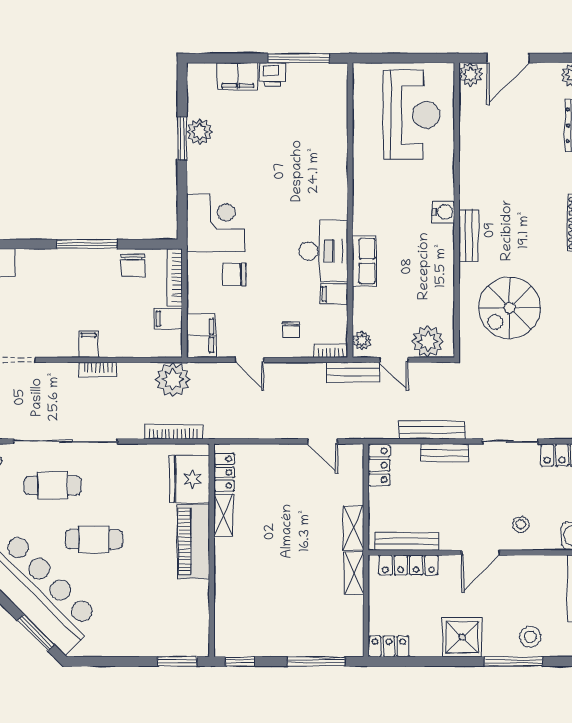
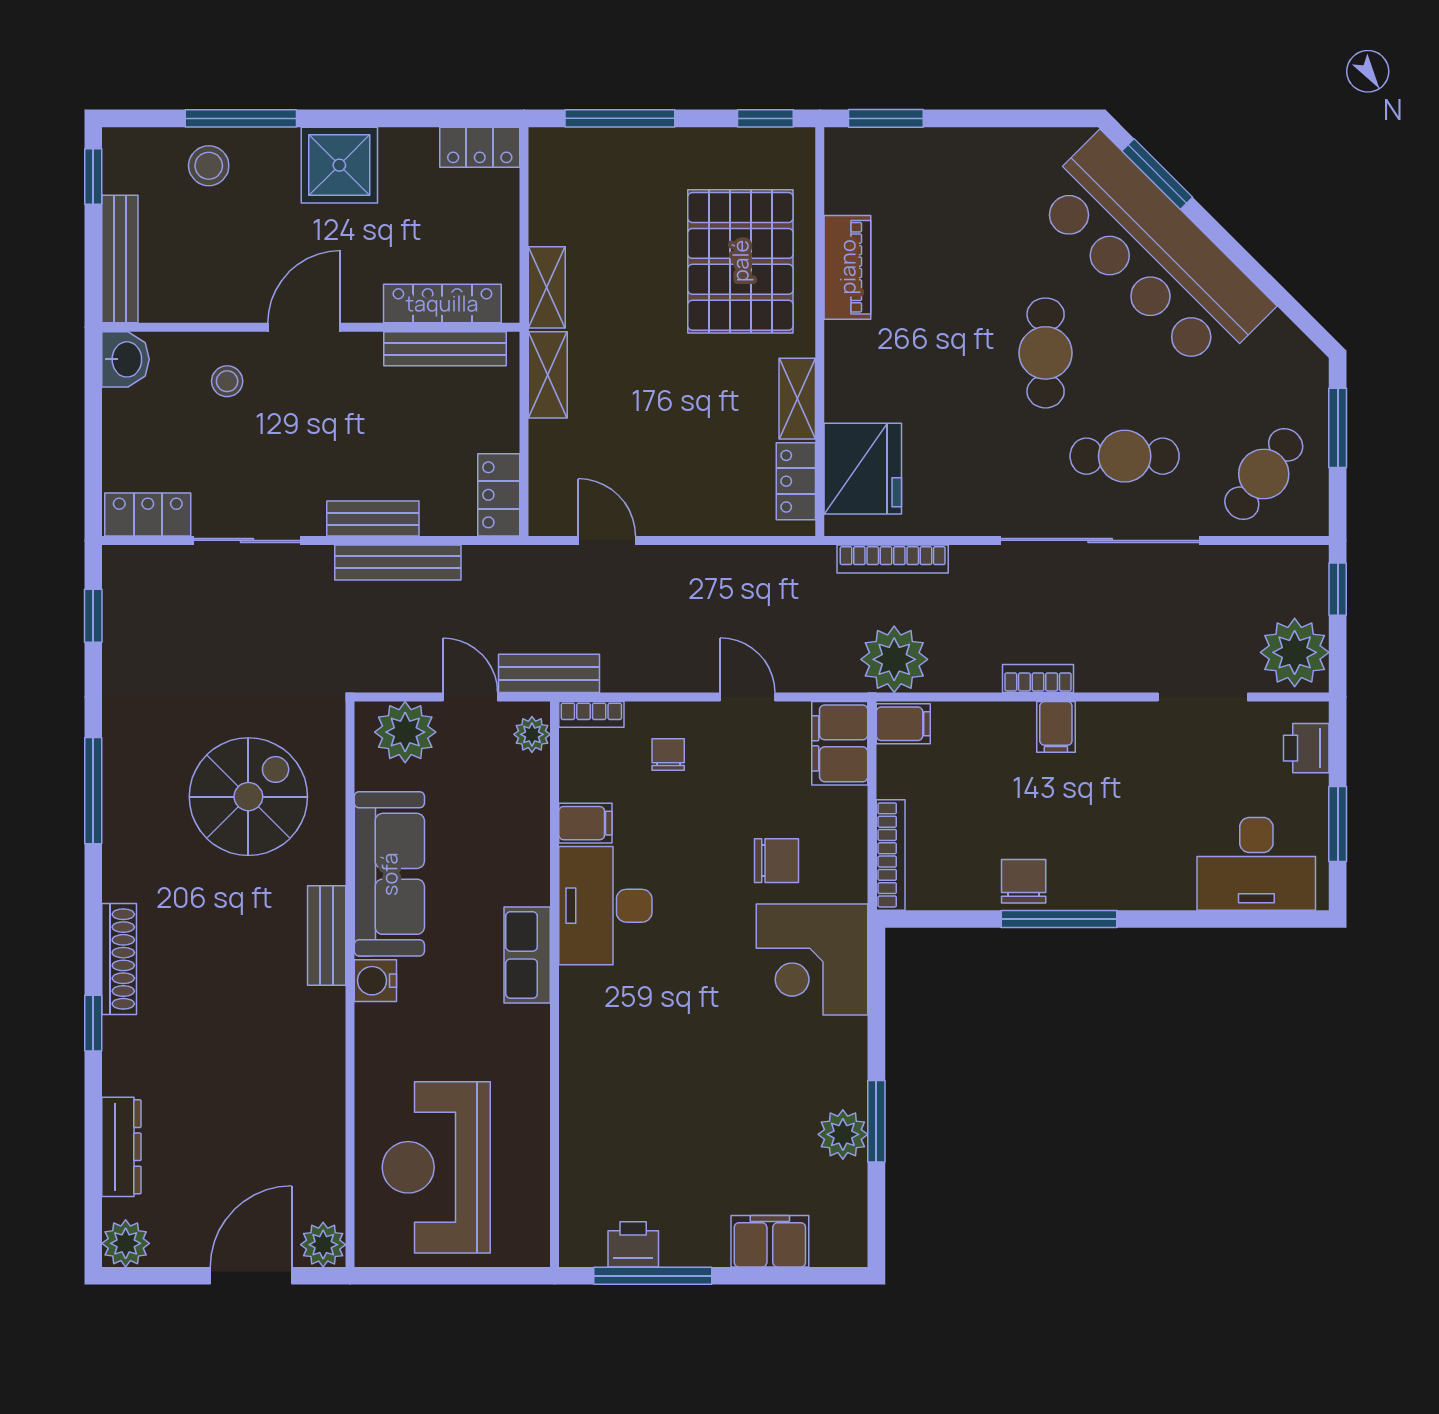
printer: (273, 75) -> (633, 1244), moved
row of seats: (364, 261) -> (527, 955), moved
chair: (133, 265) -> (1024, 881), moved
sofa: (436, 268) -> (389, 874), added
filing cabinet: (168, 319) -> (903, 724), moved
cafe table: (94, 539) -> (1046, 353), turned 90
piano: (193, 541) -> (847, 267), moved, width x0.73, depth x0.75
pallet: (253, 587) -> (740, 261), added

